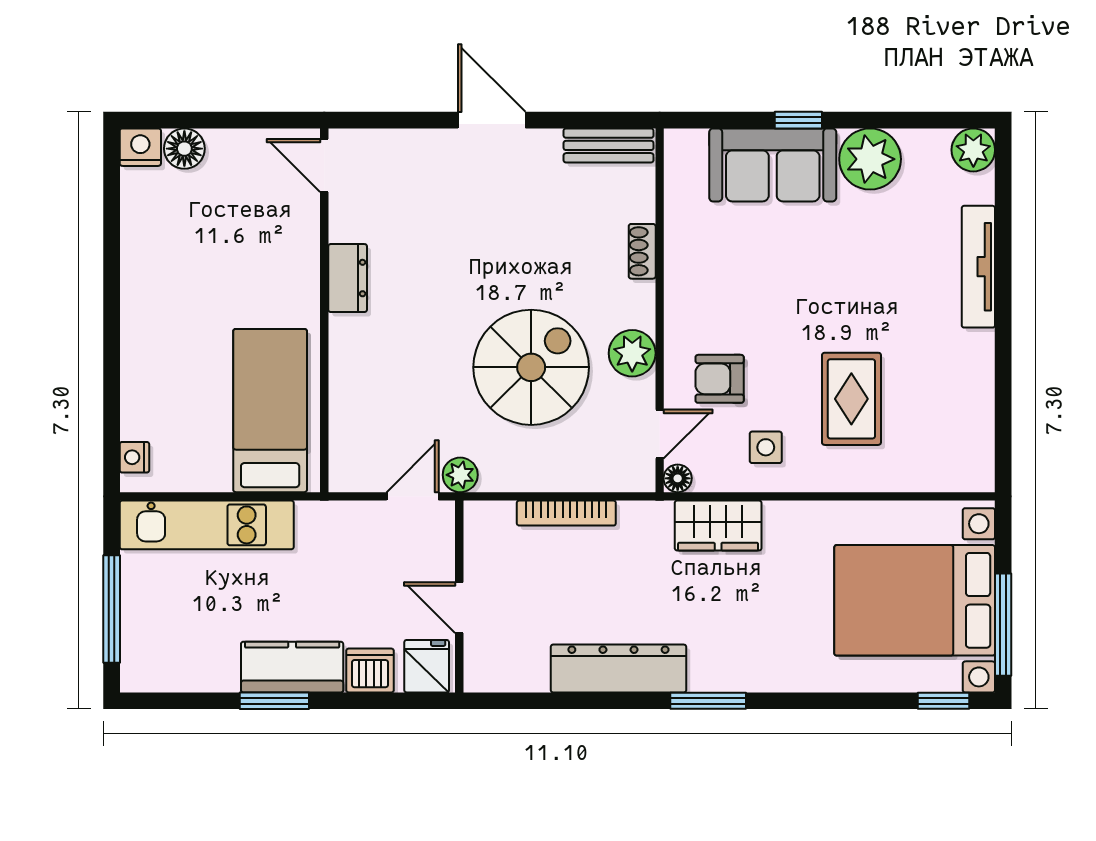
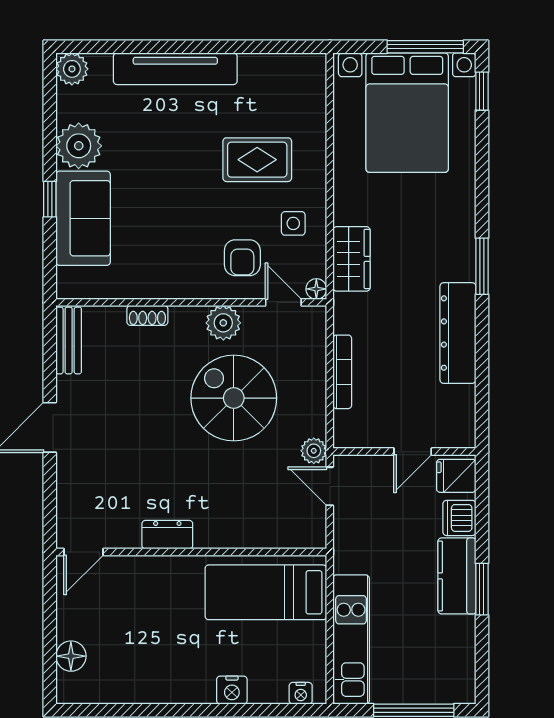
nightstand: (140, 147) -> (232, 690), moved, turned -90
tv unit: (978, 267) -> (175, 69), width x1.36, depth x1.29

